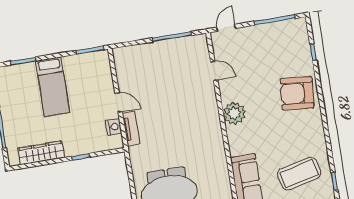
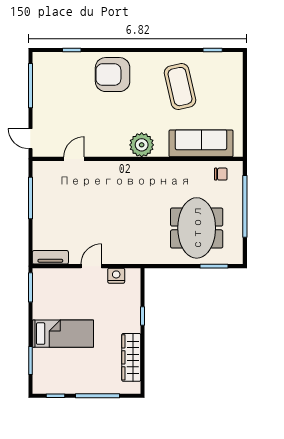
armchair: (297, 93) -> (113, 75), turned 85
plant: (234, 113) -> (142, 145), moved
tv unit: (131, 129) -> (50, 257), moved
coffee table: (299, 174) -> (180, 87), moved

